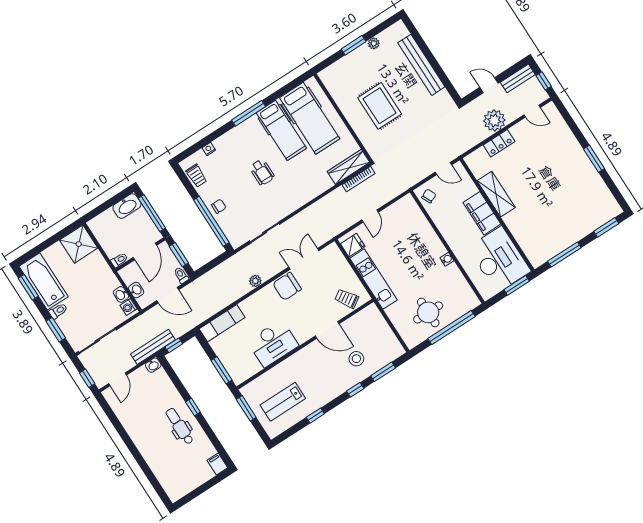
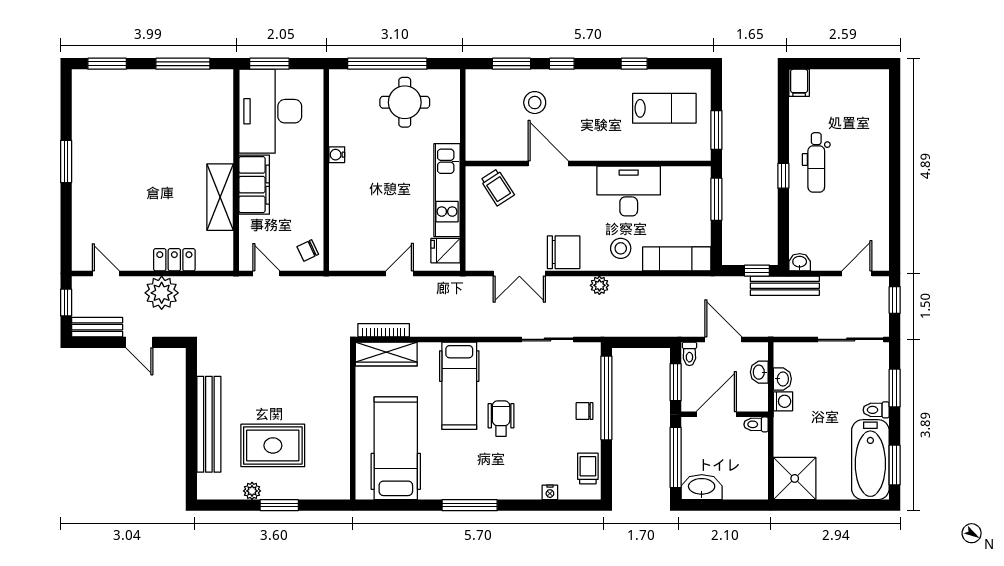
rug: (380, 106) -> (273, 445), moved, turned 90
hospital bed: (281, 130) -> (459, 386), moved, turned 180
washing machine: (129, 307) -> (783, 401), moved
stool: (257, 309) -> (621, 248), added

